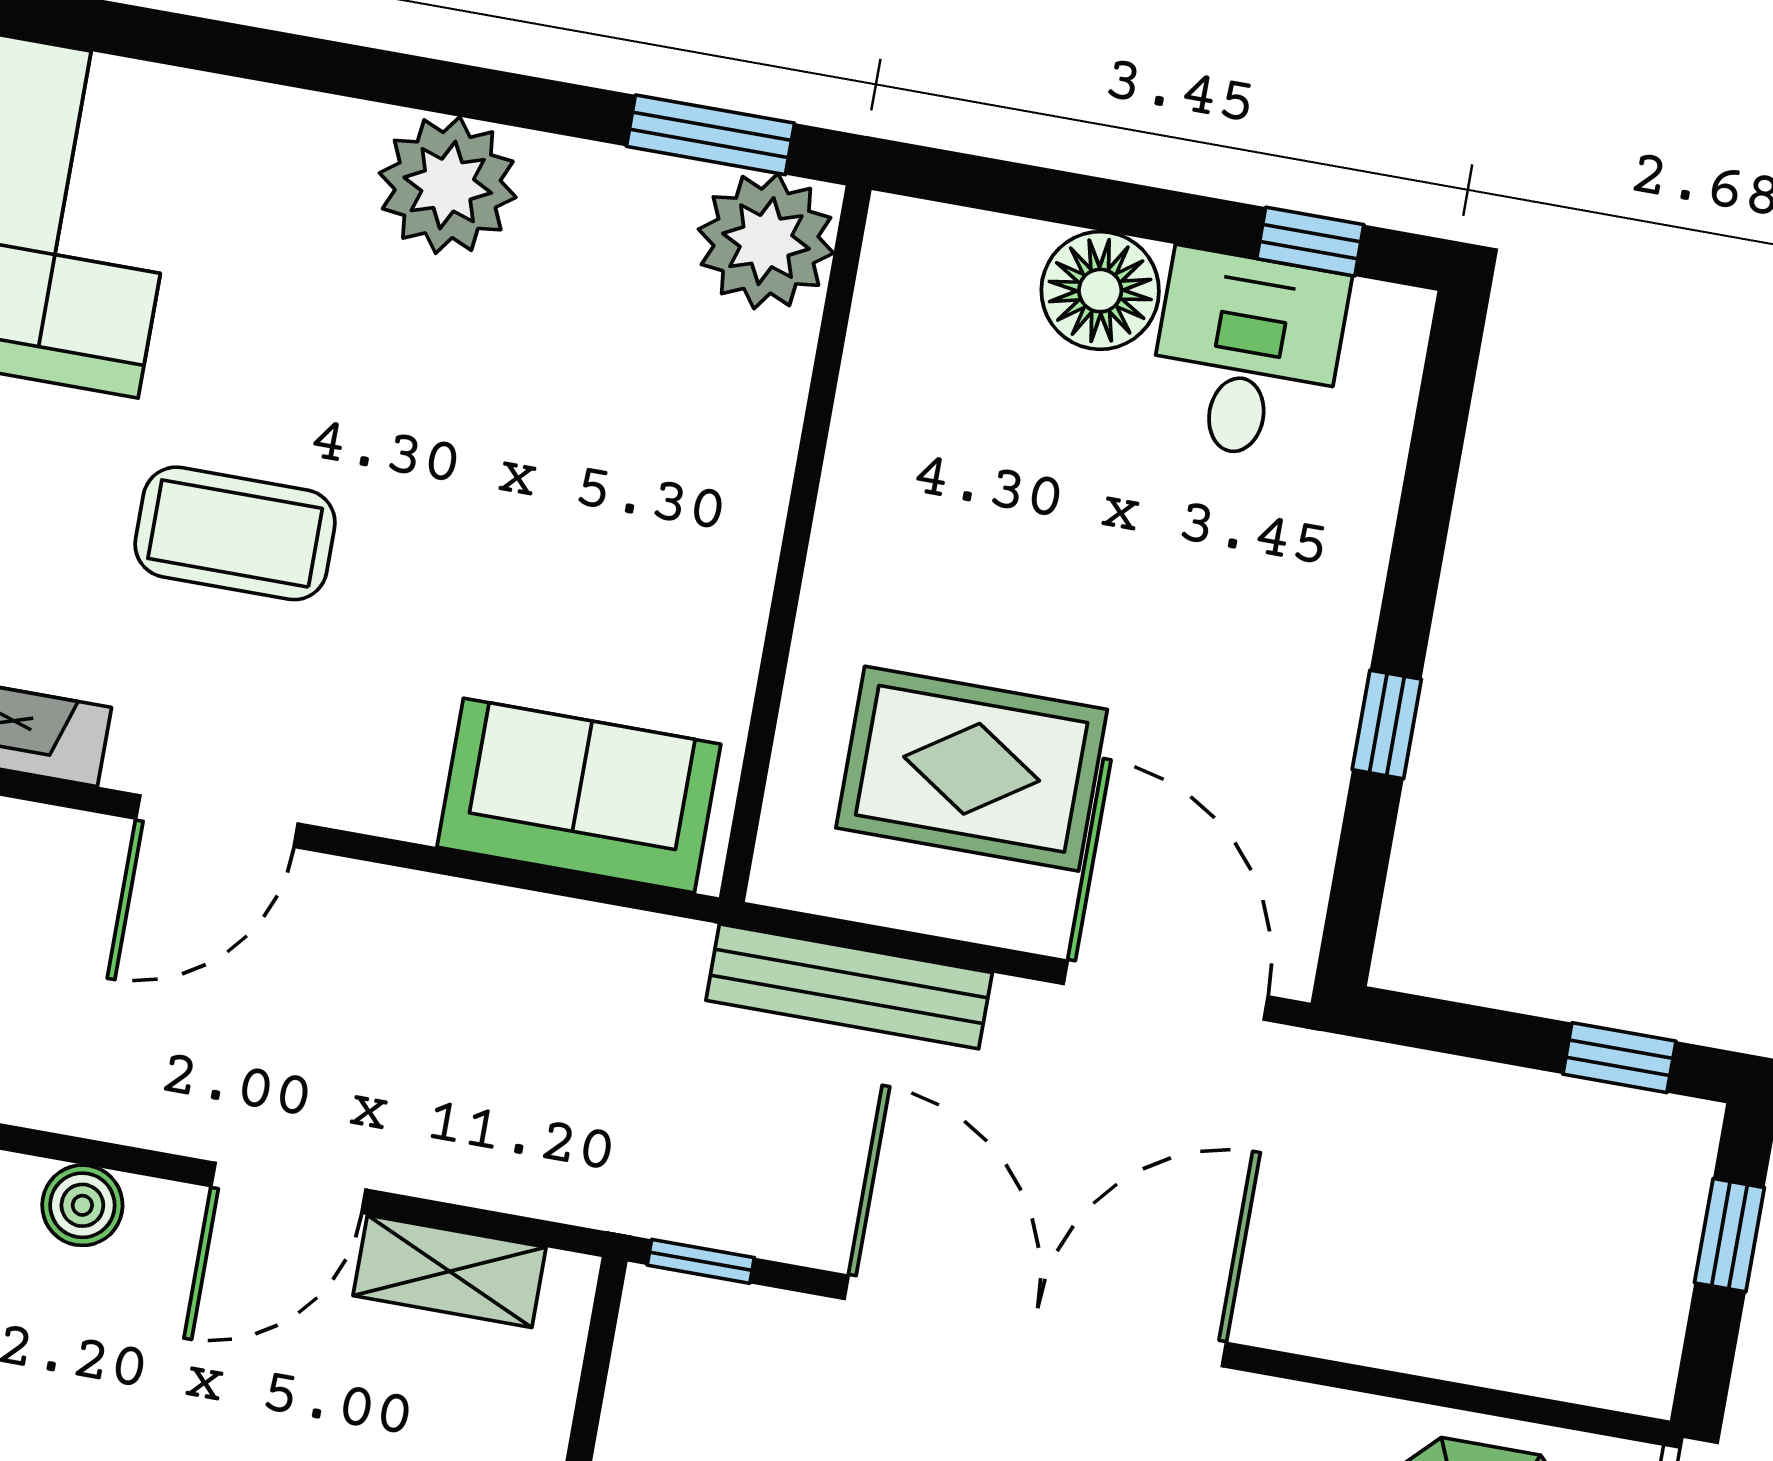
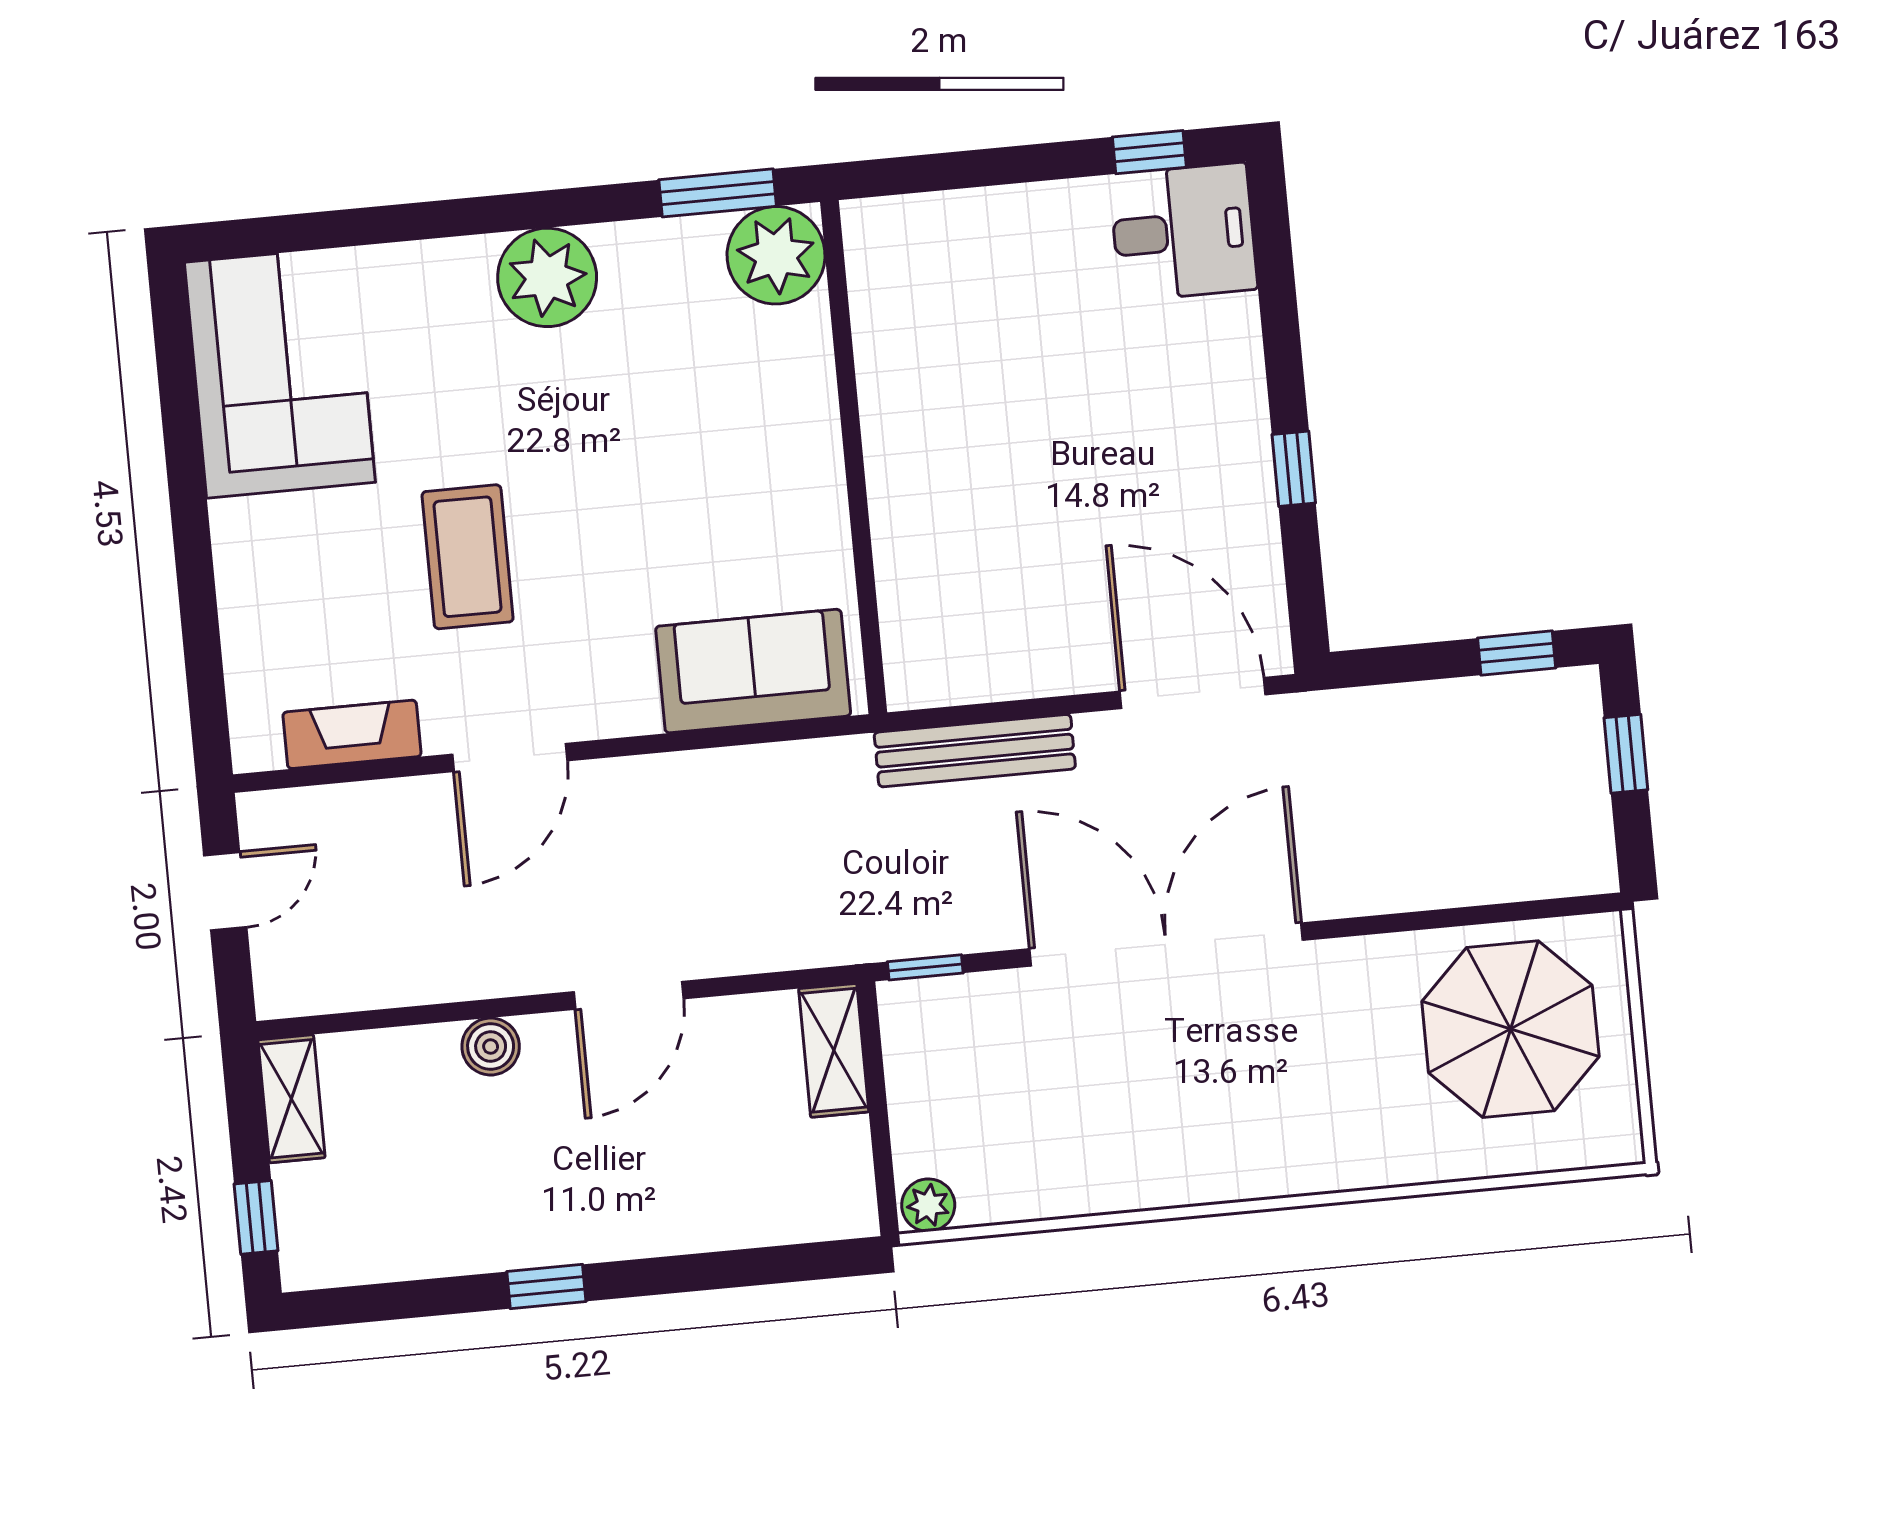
floor lamp: (1100, 291) -> (1015, 226), removed
desk: (1247, 356) -> (1183, 232), moved, turned 90
coffee table: (235, 533) -> (468, 557), turned 90
rug: (972, 769) -> (1017, 578), removed
shelving: (450, 1271) -> (834, 1050), moved, turned 90

